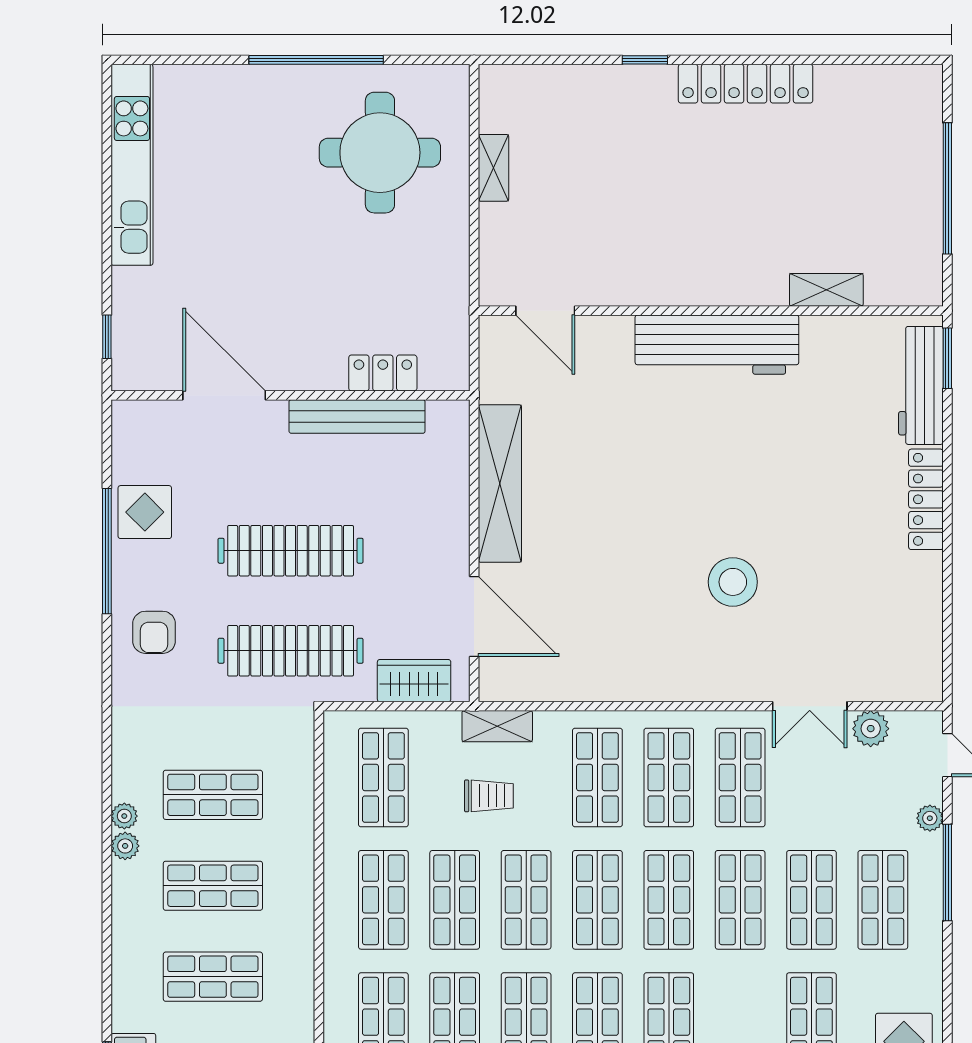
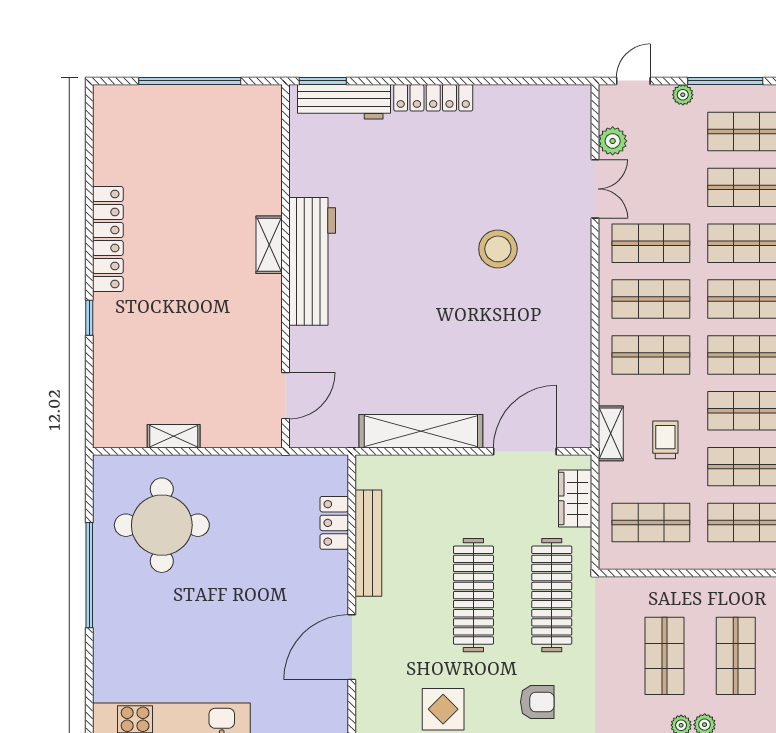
shelving: (826, 290) -> (269, 245), moved

